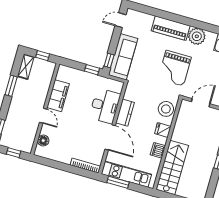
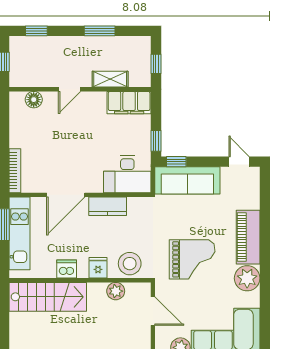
shelving: (26, 67) -> (110, 79), moved
grand piano: (175, 68) -> (192, 259), turned 180
filing cabinet: (58, 96) -> (129, 103), moved
desk: (105, 106) -> (127, 174), moved
plant: (181, 123) -> (116, 291), added

